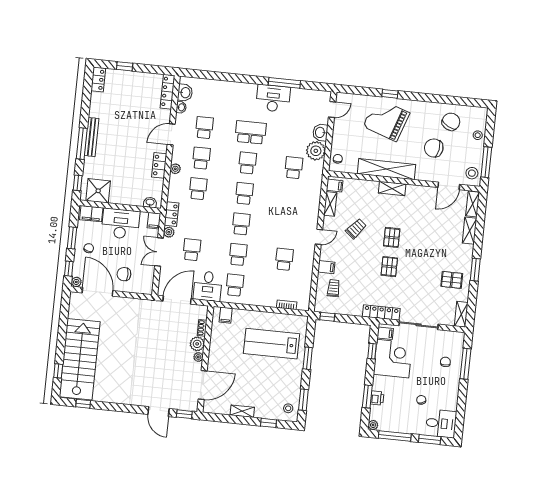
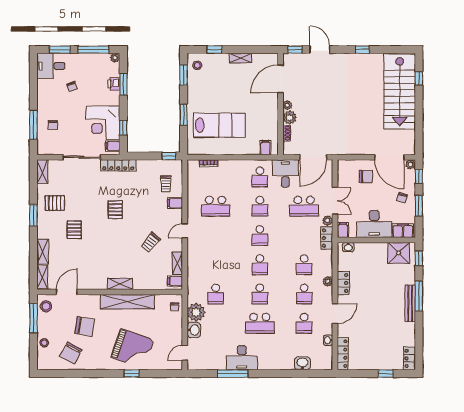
washbasin: (185, 93) -> (302, 363), moved, turned 90
pallet: (392, 237) -> (74, 230), moved
school desk: (192, 250) -> (304, 206), width x1.85
school desk: (284, 259) -> (216, 206), width x1.85
window: (83, 404) -> (362, 50), moved

